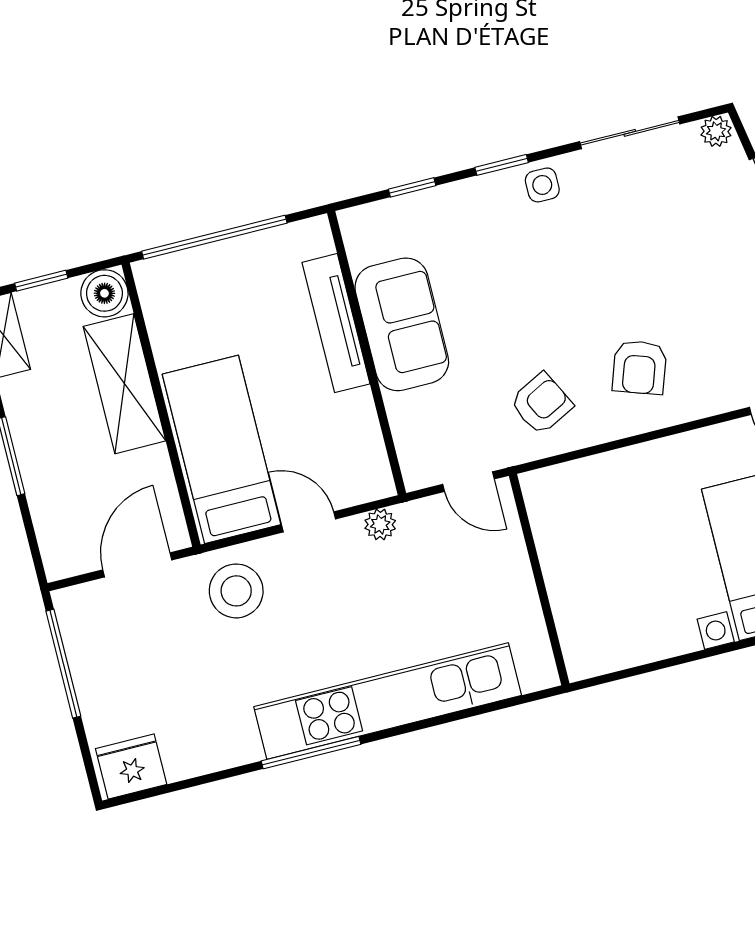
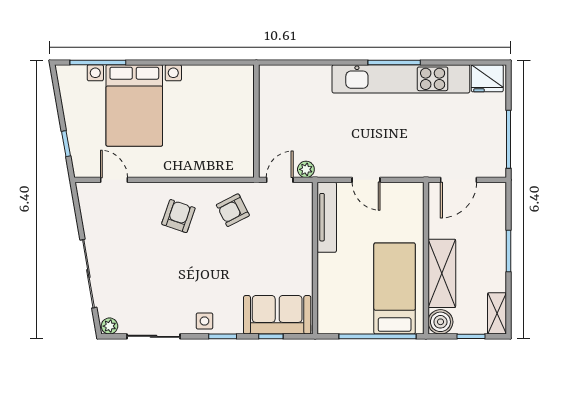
tv unit: (336, 323) -> (327, 217), moved
sofa: (402, 324) -> (277, 315), moved, turned 90
bed: (222, 449) -> (395, 288), moved, turned 180
door: (469, 482) -> (280, 180), hinge flipped
plant: (380, 524) -> (306, 169), moved
stool: (236, 591) -> (412, 154), removed
kitchen unit: (388, 701) -> (401, 79), moved

